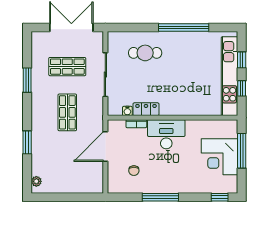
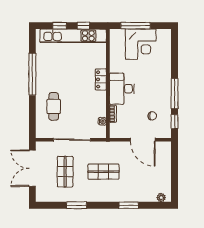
locker: (146, 109) -> (101, 79), moved
door: (105, 146) -> (143, 140), moved
window: (220, 197) -> (175, 122), moved

